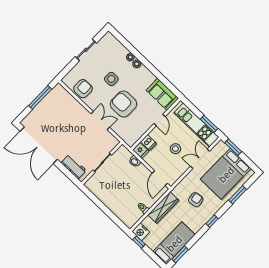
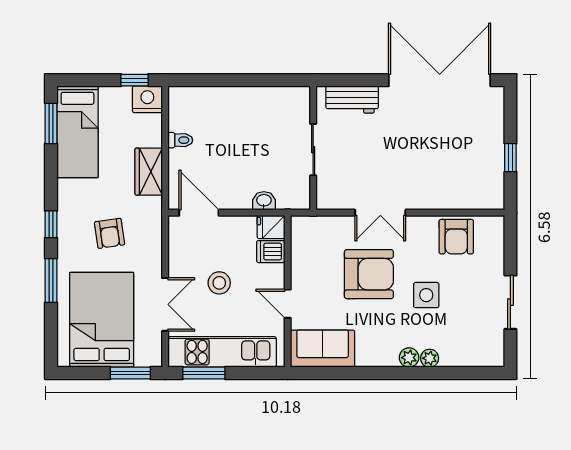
window: (40, 97) -> (510, 158), width x0.46
window: (238, 195) -> (51, 281), moved
wardrobe: (163, 208) -> (149, 172), width x0.67

